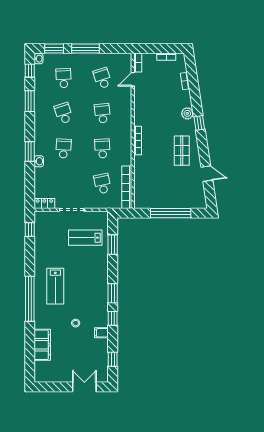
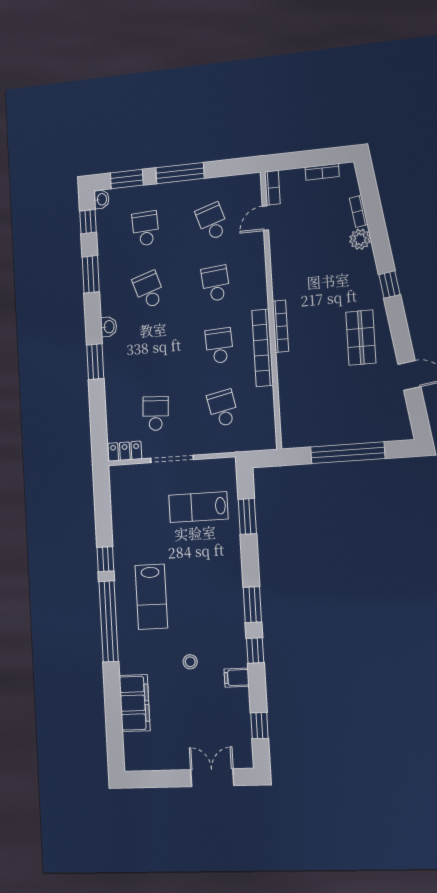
plant: (187, 113) -> (360, 239), moved
school desk: (64, 148) -> (156, 413), moved
washbasin: (39, 161) -> (109, 327), moved
bookcase: (127, 187) -> (263, 348), moved
window: (30, 230) -> (105, 559), moved

